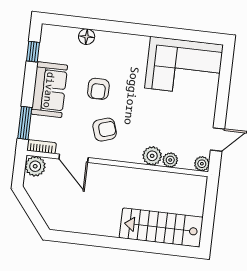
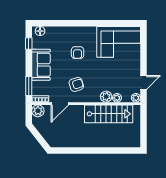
floor lamp: (87, 37) -> (40, 31), moved
armchair: (98, 89) -> (78, 53), moved
door: (73, 158) -> (60, 104), hinge flipped
stairs: (161, 228) -> (109, 114), moved, turned 180

